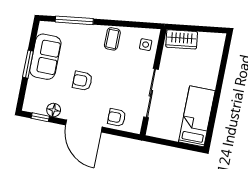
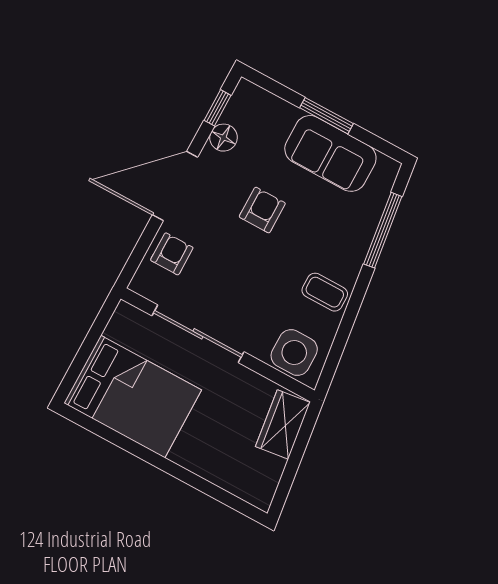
side table: (146, 45) -> (294, 352), width x1.87, depth x1.87
bed: (197, 116) -> (133, 397), width x1.50

